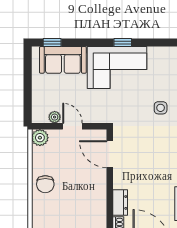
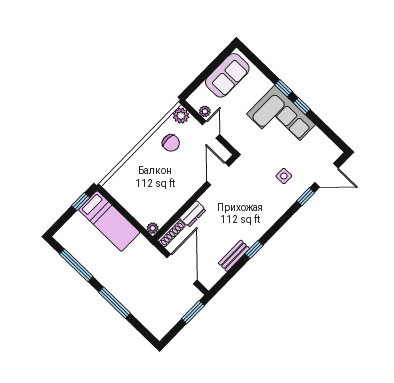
window: (52, 43) -> (283, 88), moved
sofa: (63, 60) -> (227, 75), moved, turned -90
chair: (45, 184) -> (171, 143), moved, turned -90

